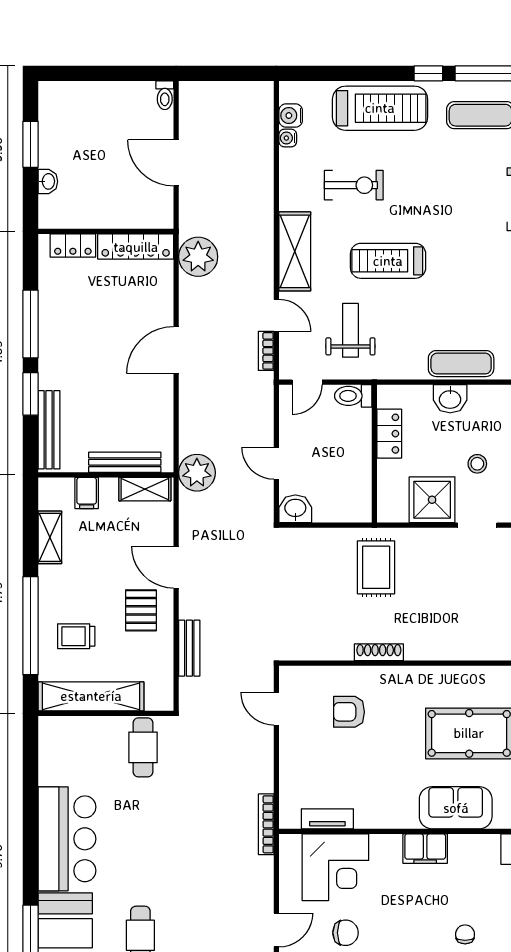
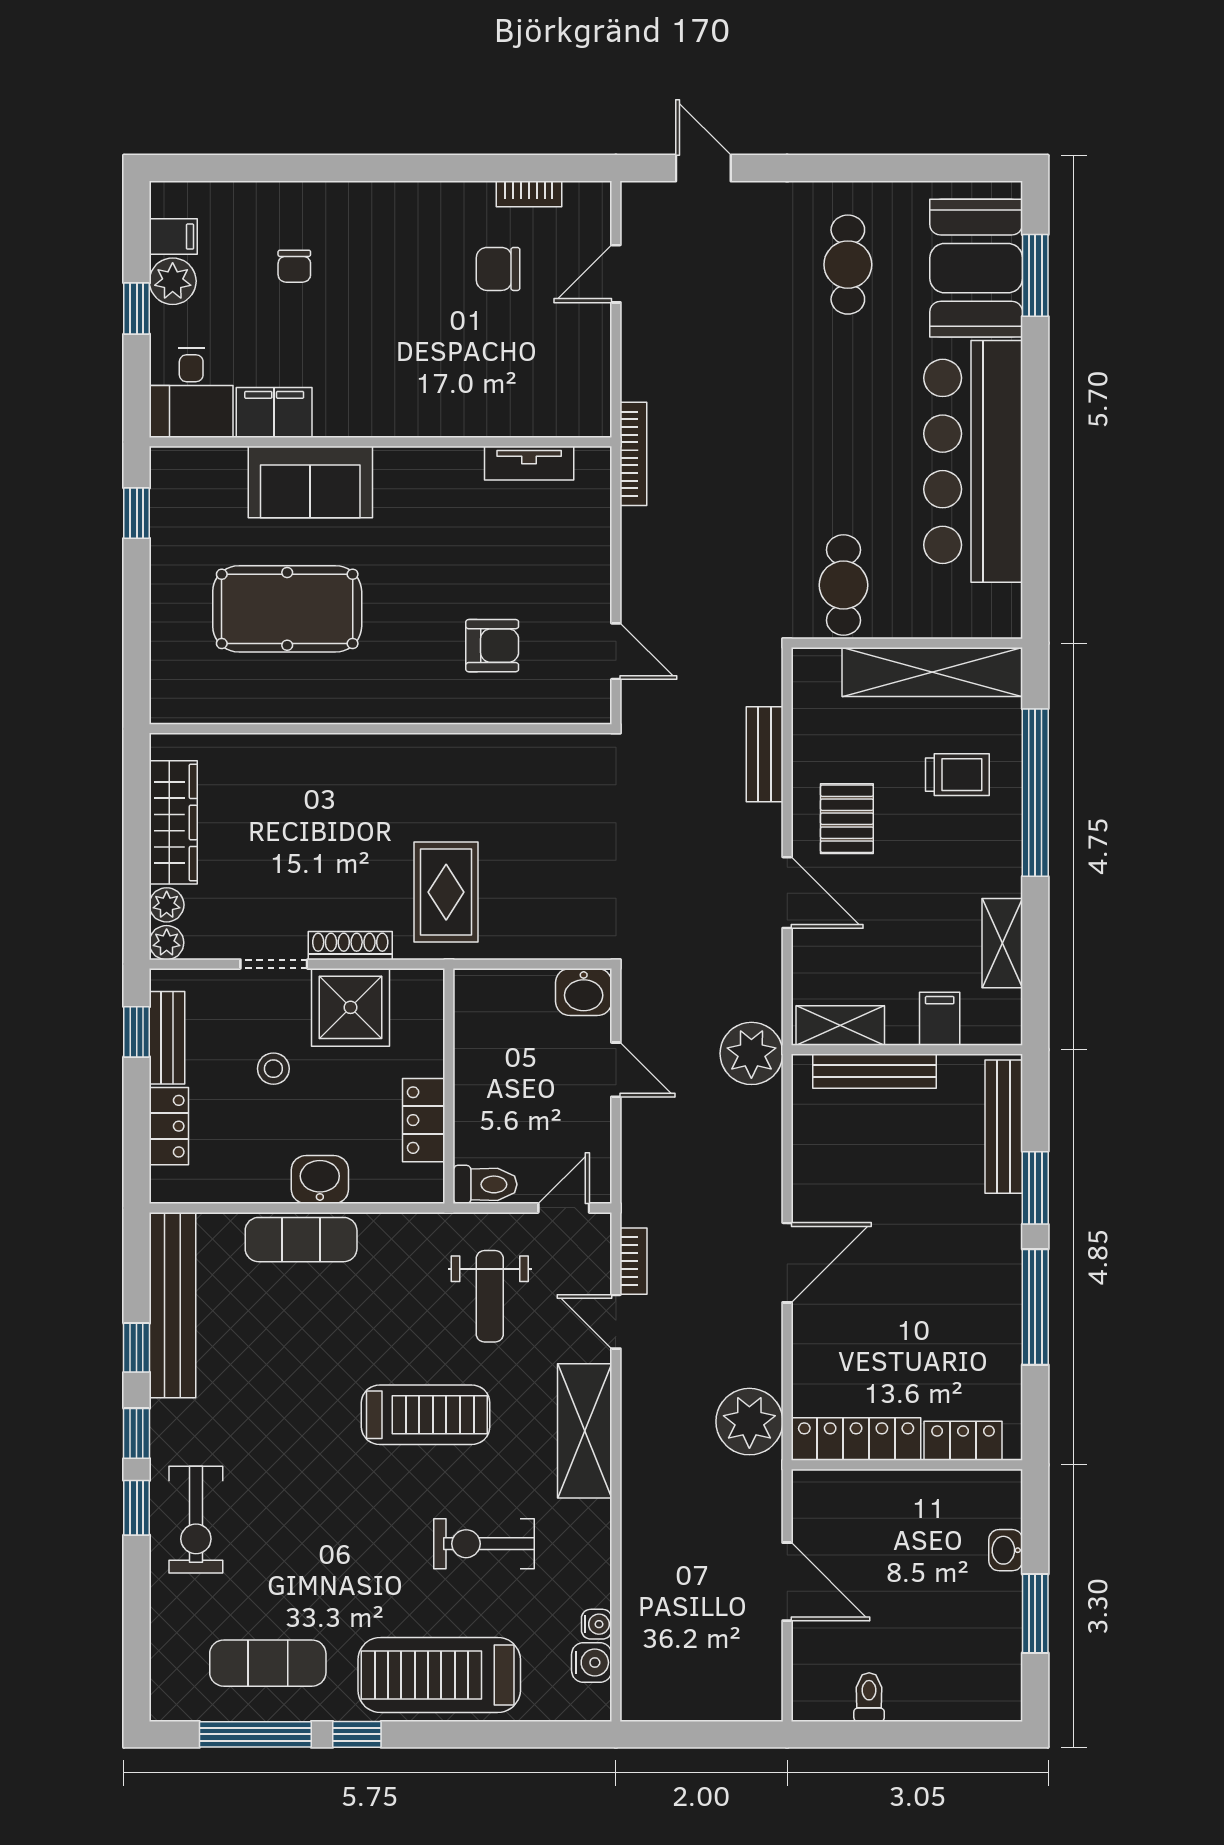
toilet: (165, 95) -> (869, 1697), moved
shoe rack: (379, 652) -> (350, 946), moved, turned 180
bar counter: (67, 839) -> (973, 461), width x1.36
filing cabinet: (425, 849) -> (274, 412), moved
corner desk: (335, 867) -> (515, 381), removed

